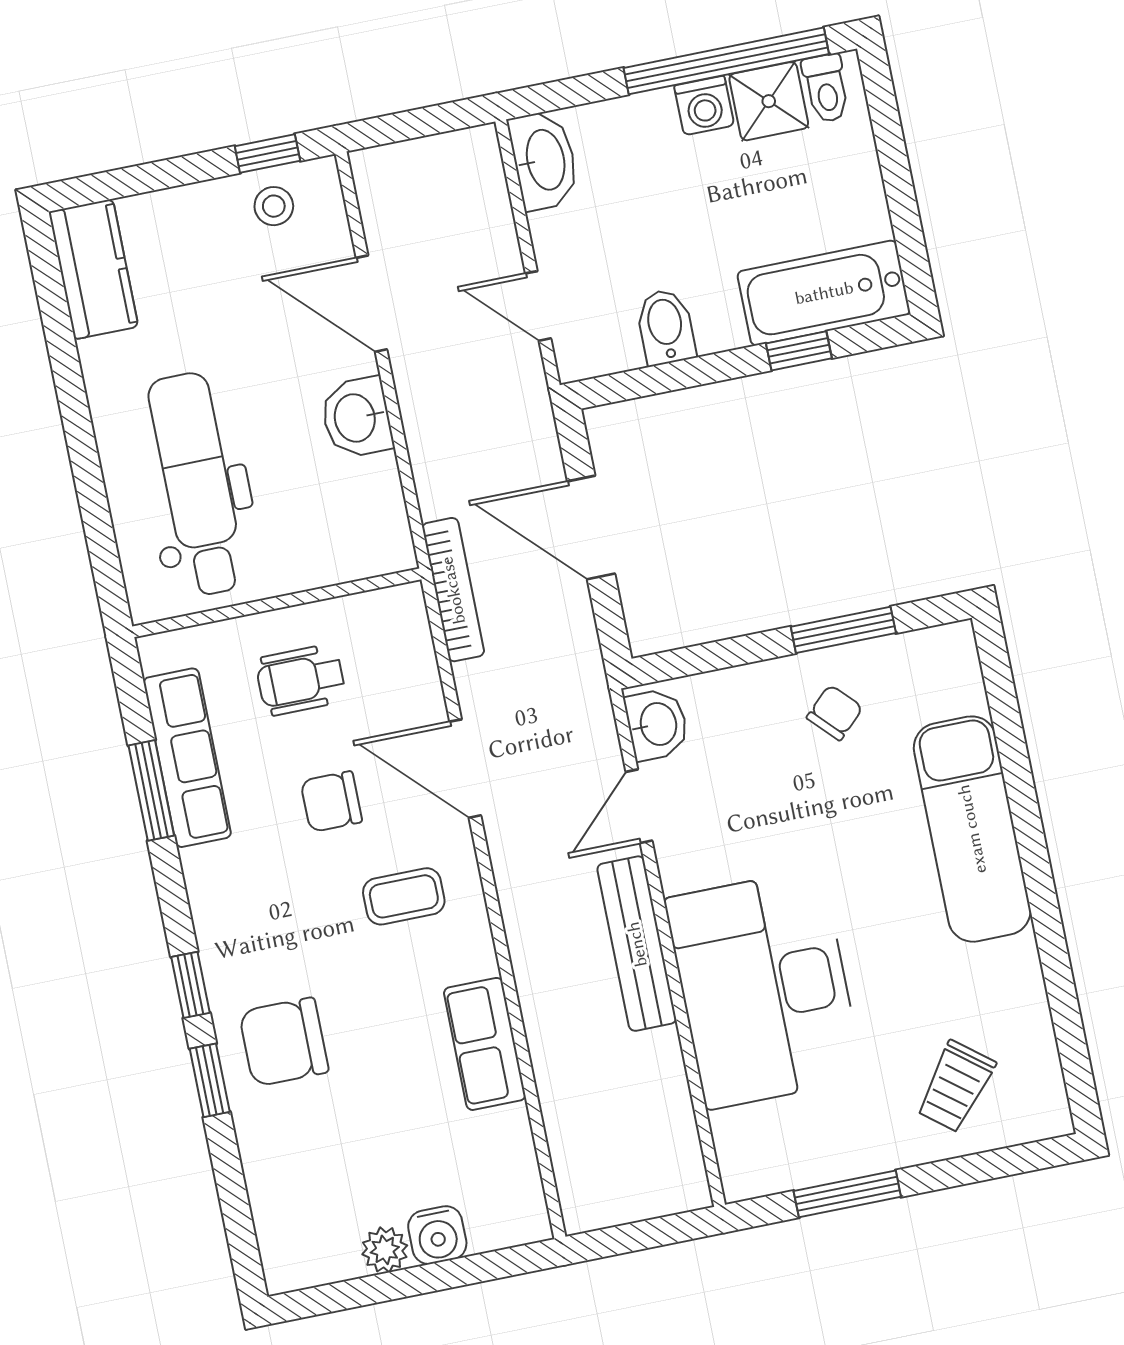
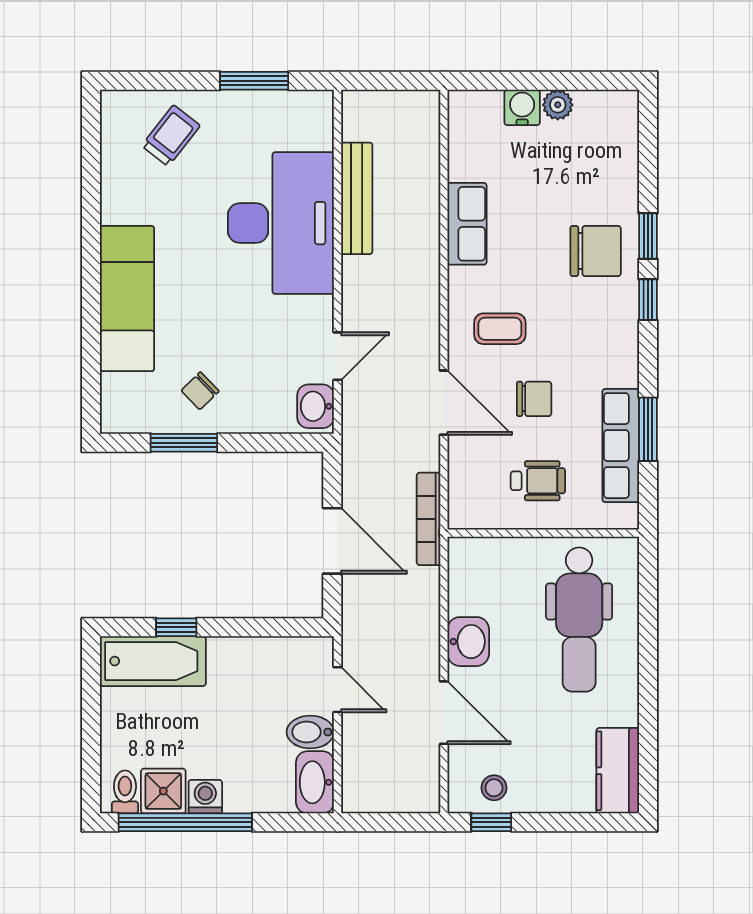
bidet: (666, 327) -> (310, 732), moved, turned 90
bench: (637, 944) -> (357, 198), moved

